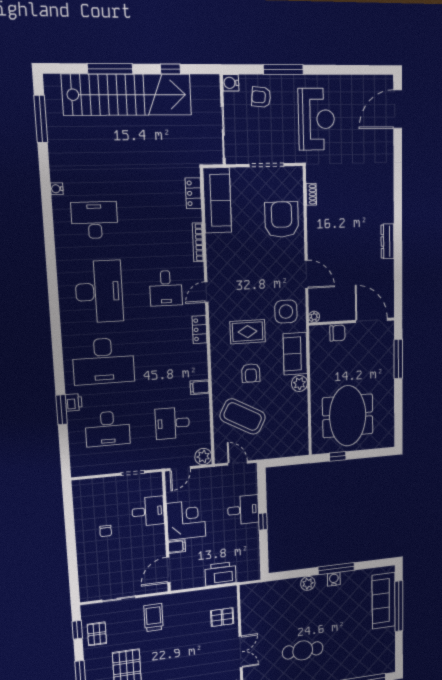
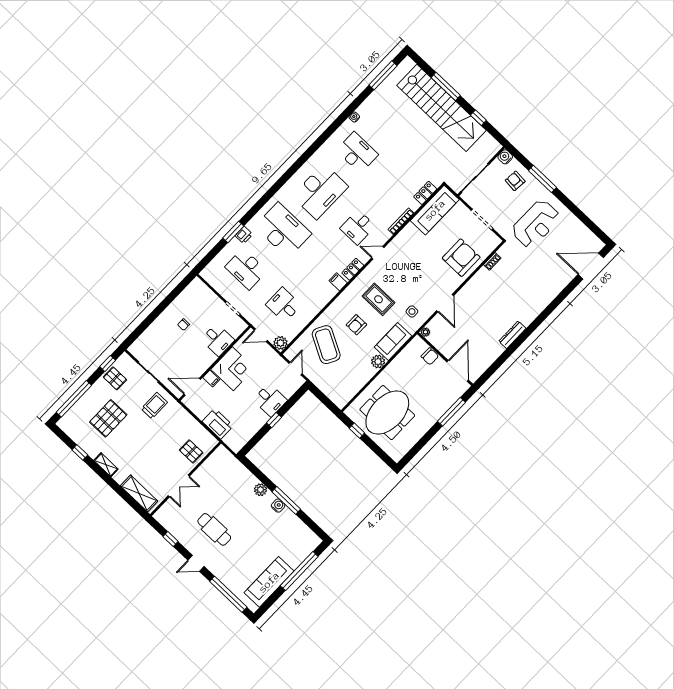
side table: (286, 312) -> (412, 312), width x0.54, depth x0.54
desk: (103, 361) -> (283, 230), turned 180
filing cabinet: (200, 387) -> (338, 282), moved
sofa: (384, 601) -> (269, 582), moved
pallet: (97, 634) -> (115, 378), turned 90

